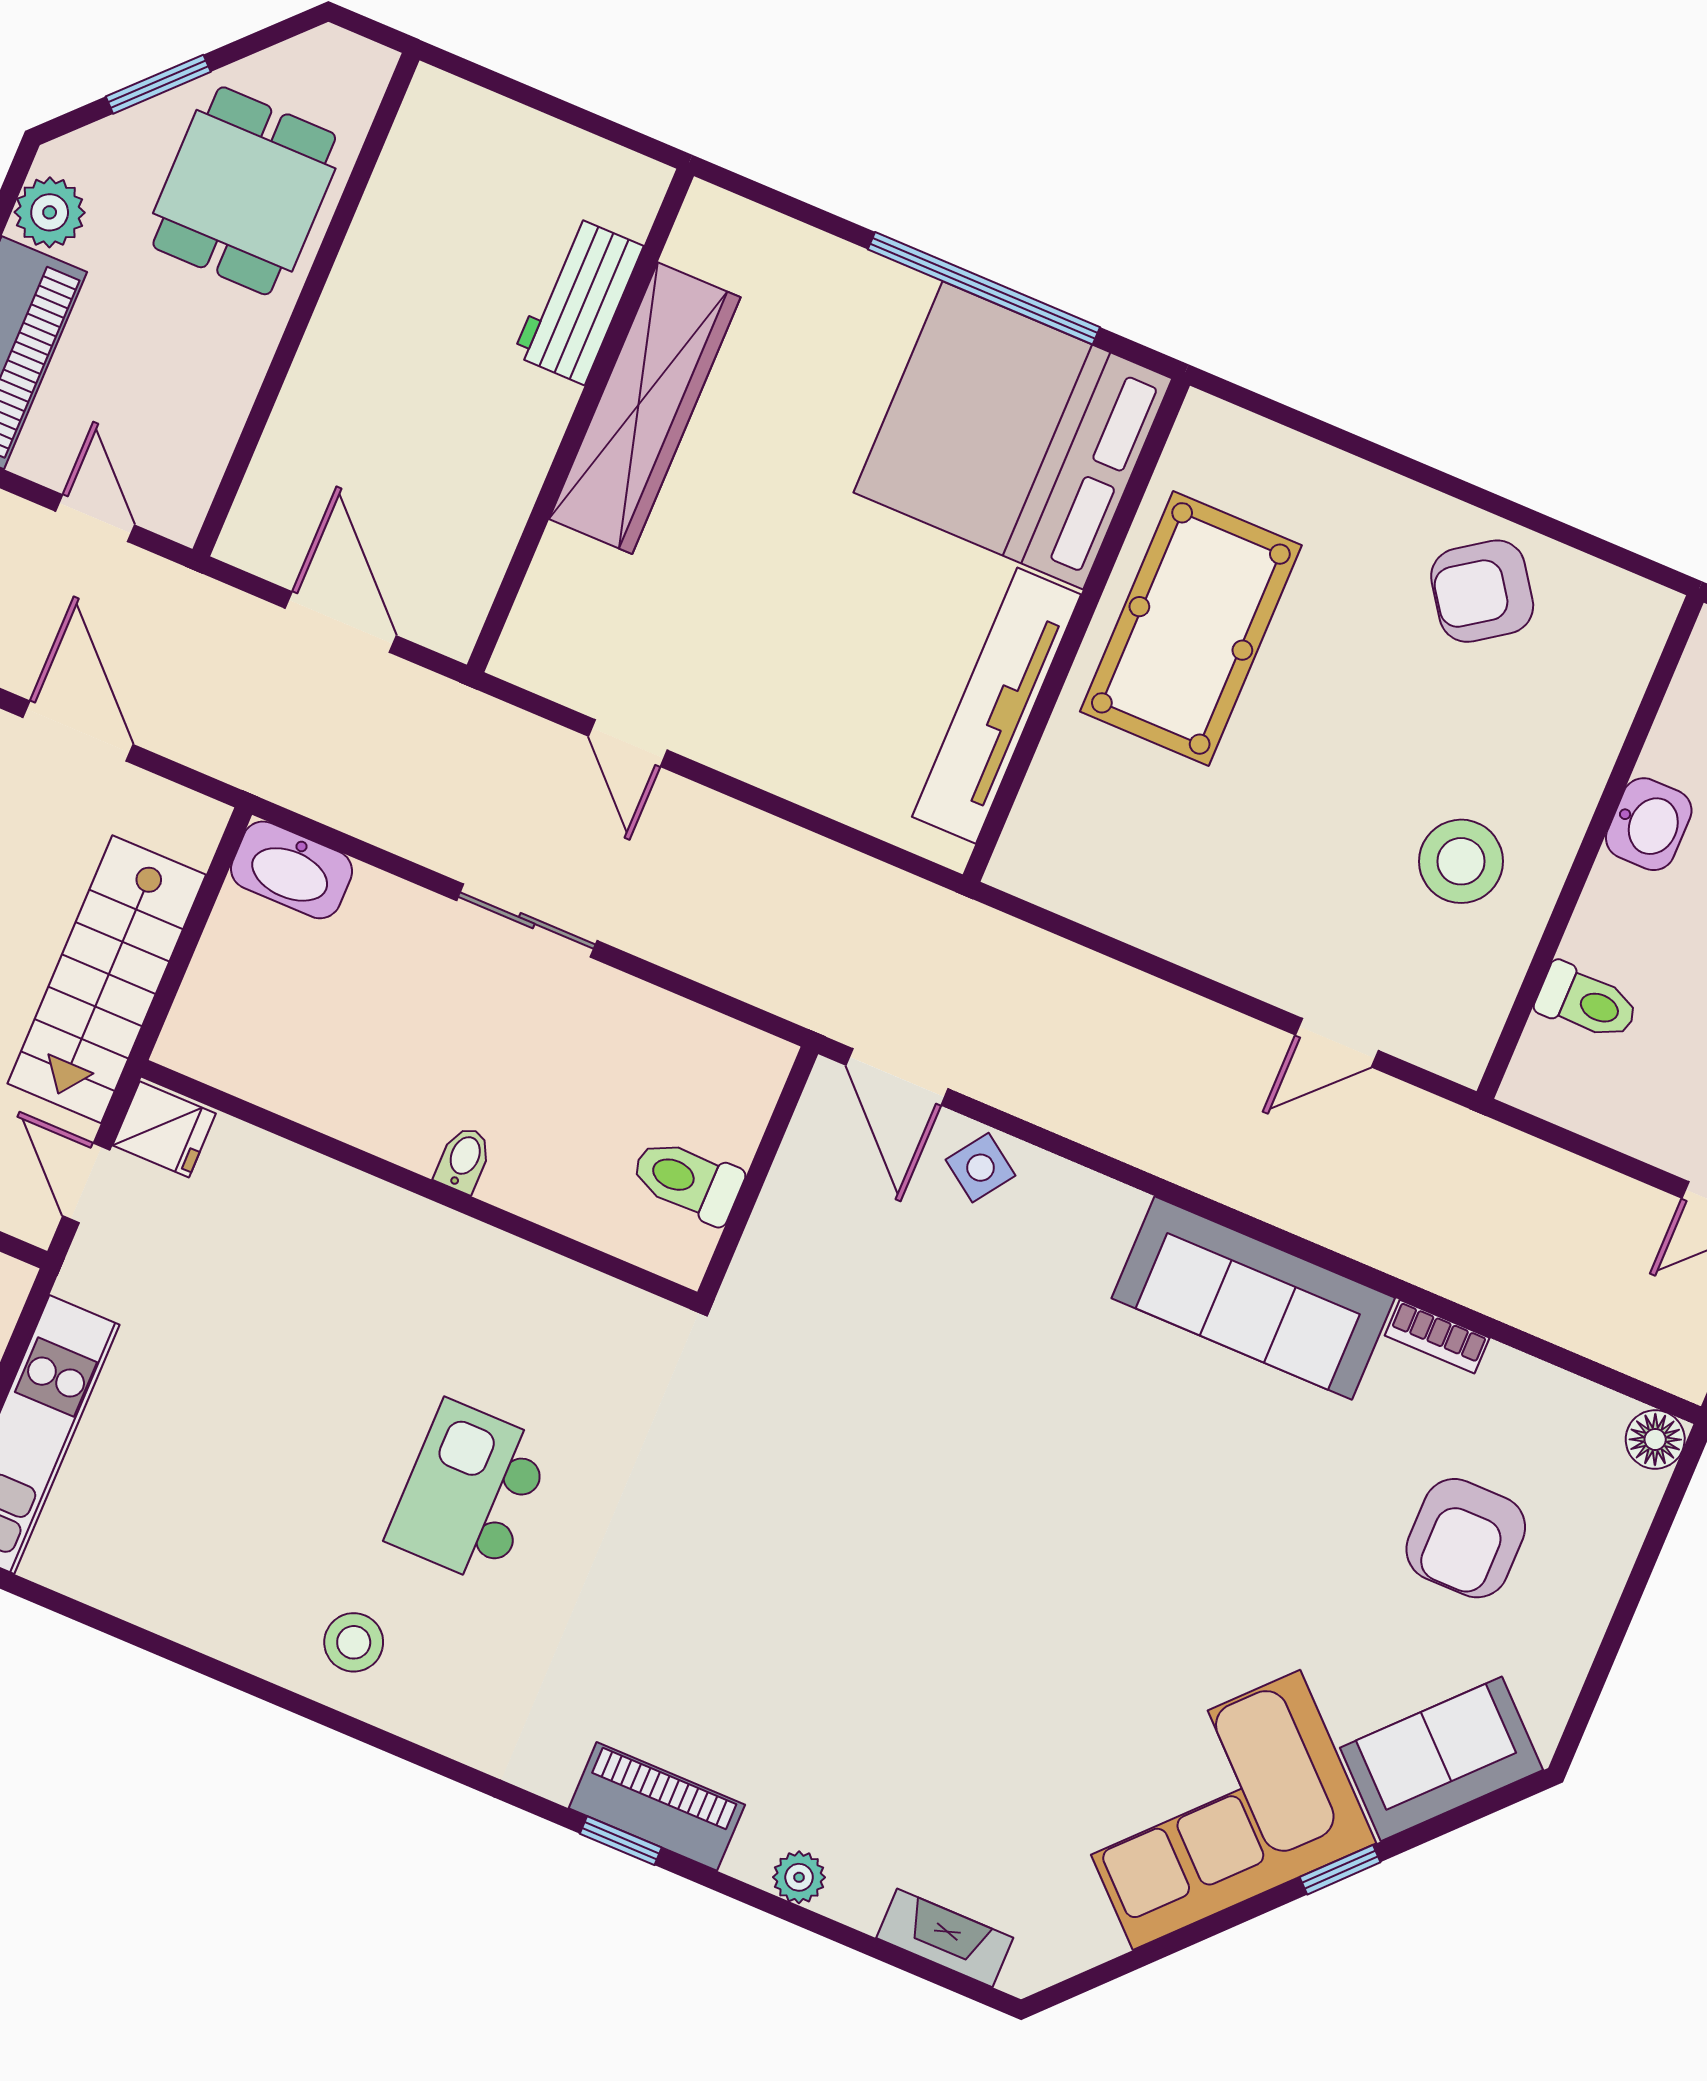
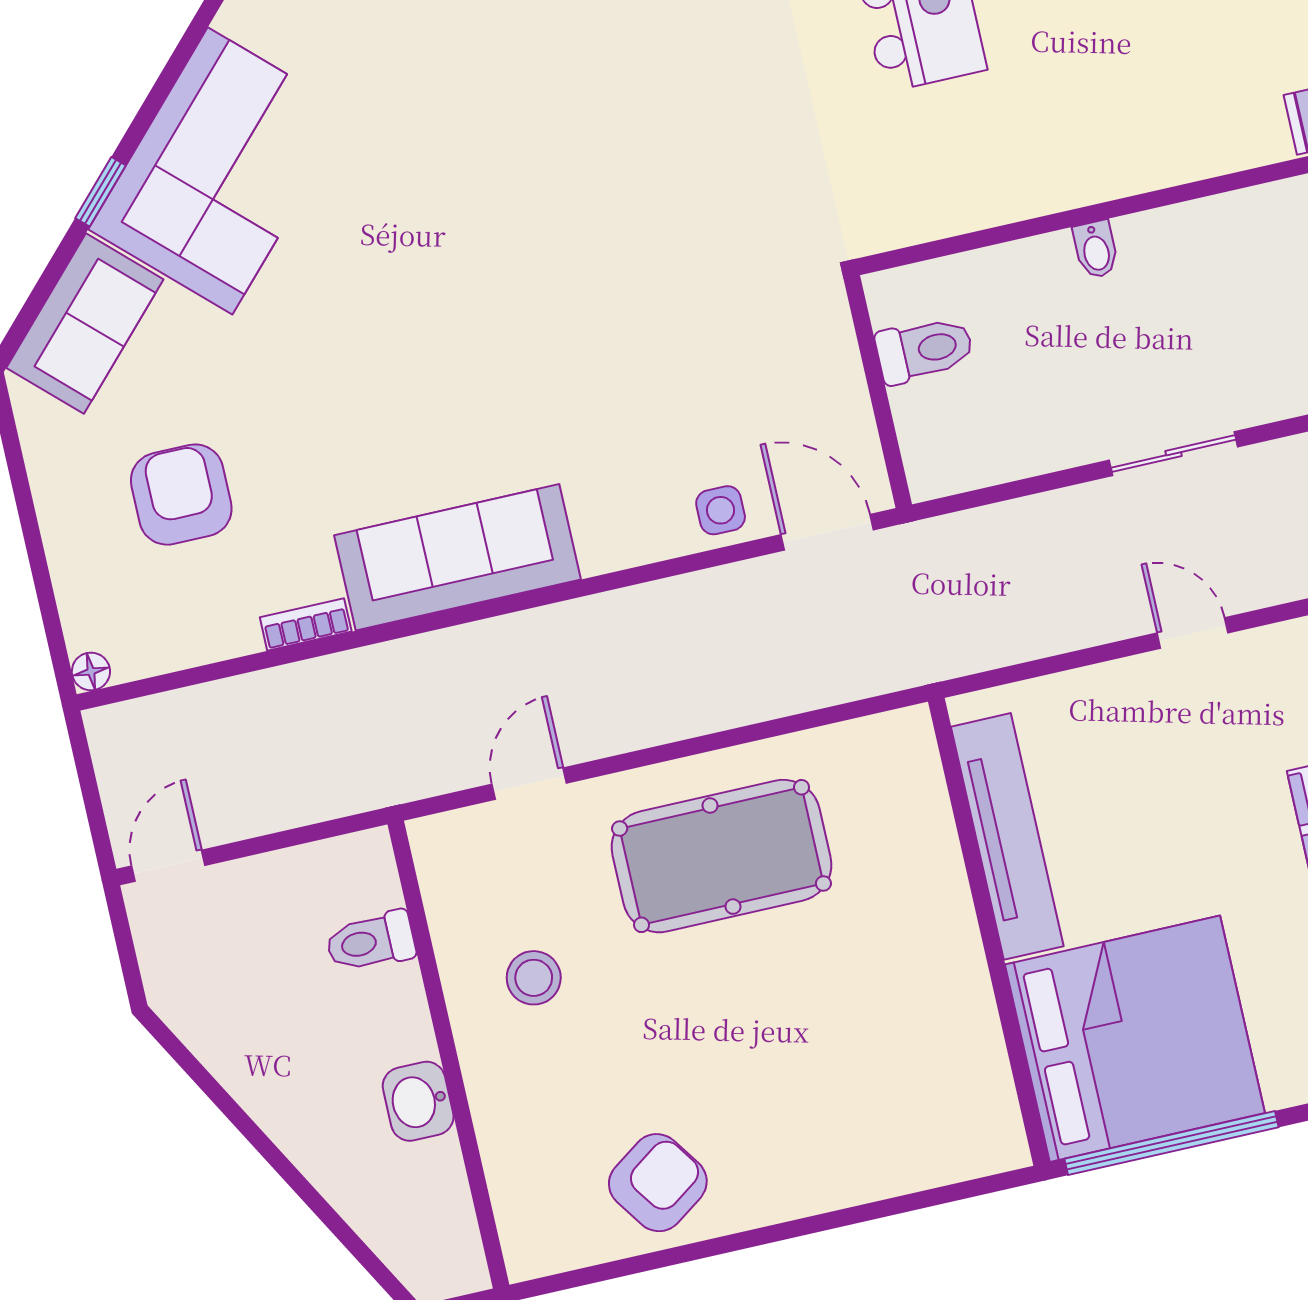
bed: (1013, 435) -> (1135, 1039), moved
pool table: (1191, 628) -> (722, 856), moved, turned 90
wall: (1076, 630) -> (989, 932), moved
tv unit: (997, 706) -> (1007, 836), moved
stool: (1461, 861) -> (534, 978), width x0.73, depth x0.73
side table: (981, 1168) -> (721, 510), turned -35
floor lamp: (1655, 1439) -> (91, 671), width x0.73, depth x0.73

